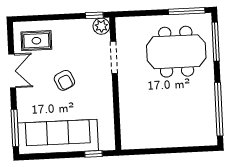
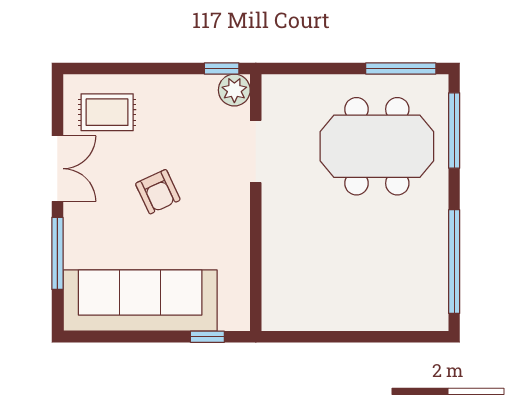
window: (15, 128) -> (57, 253), moved

